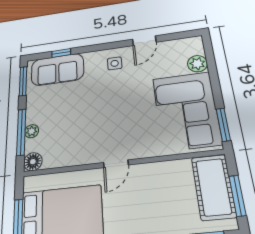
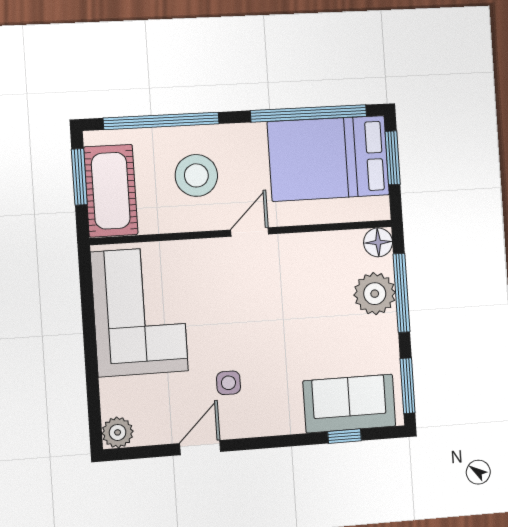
side table: (115, 63) -> (228, 383), moved
plant: (197, 64) -> (118, 432), moved
window: (223, 125) -> (86, 285), removed
plant: (32, 131) -> (375, 294), width x1.88, depth x1.88
stool: (153, 200) -> (196, 175), added

